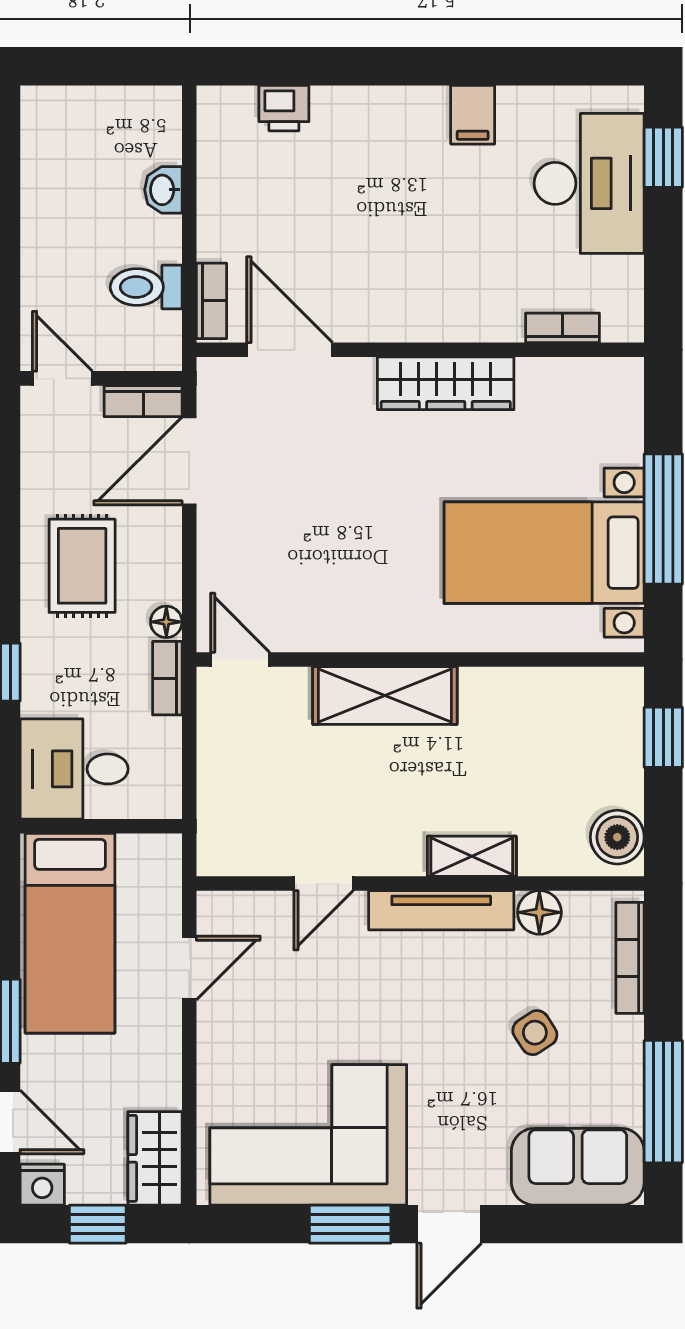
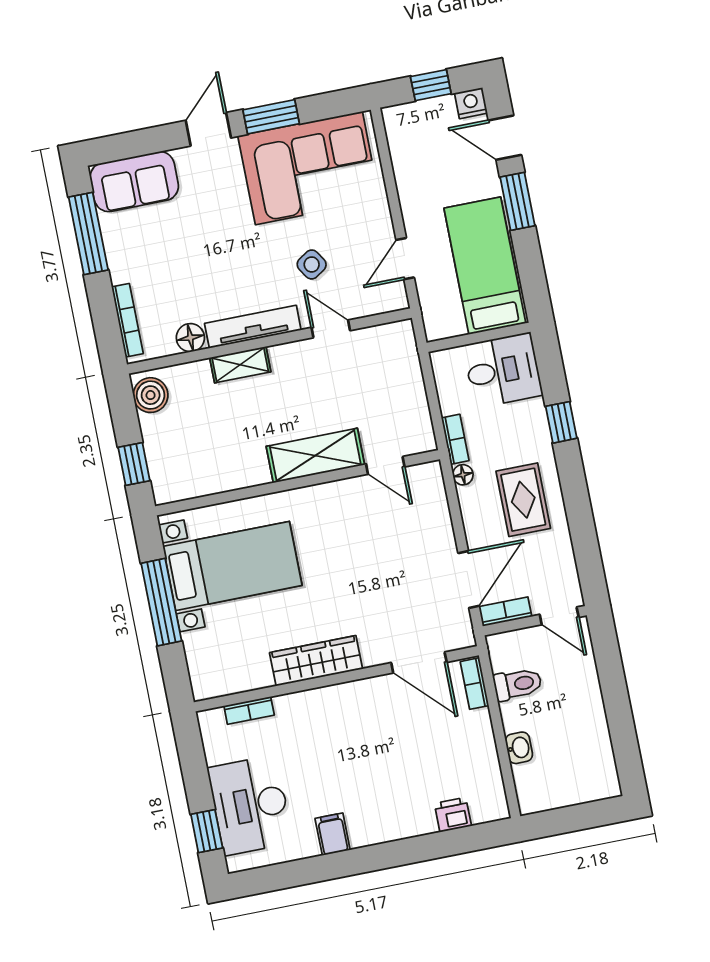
door: (240, 659) -> (385, 465), moved
door: (323, 883) -> (331, 329), hinge flipped
side table: (535, 1033) -> (312, 264), moved
wardrobe: (155, 1158) -> (403, 134), removed

